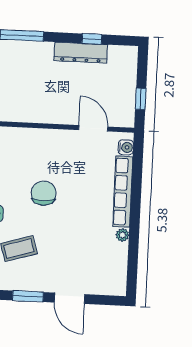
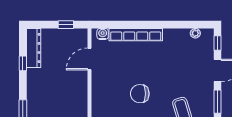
dresser: (81, 53) -> (34, 48), moved
plant: (122, 235) -> (195, 33), moved
window: (106, 300) -> (217, 43), added

